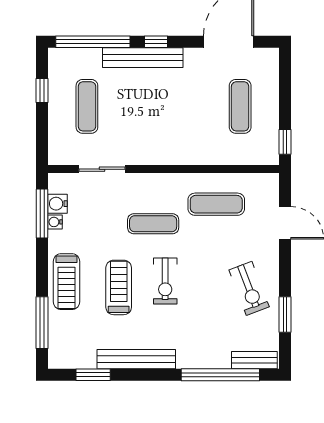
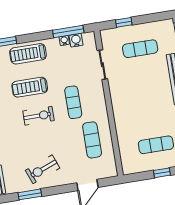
window: (42, 91) -> (124, 22), moved
window: (285, 142) -> (162, 173), moved
exercise bike: (165, 281) -> (39, 116), turned 180
treadmill: (119, 287) -> (30, 87), turned 180

